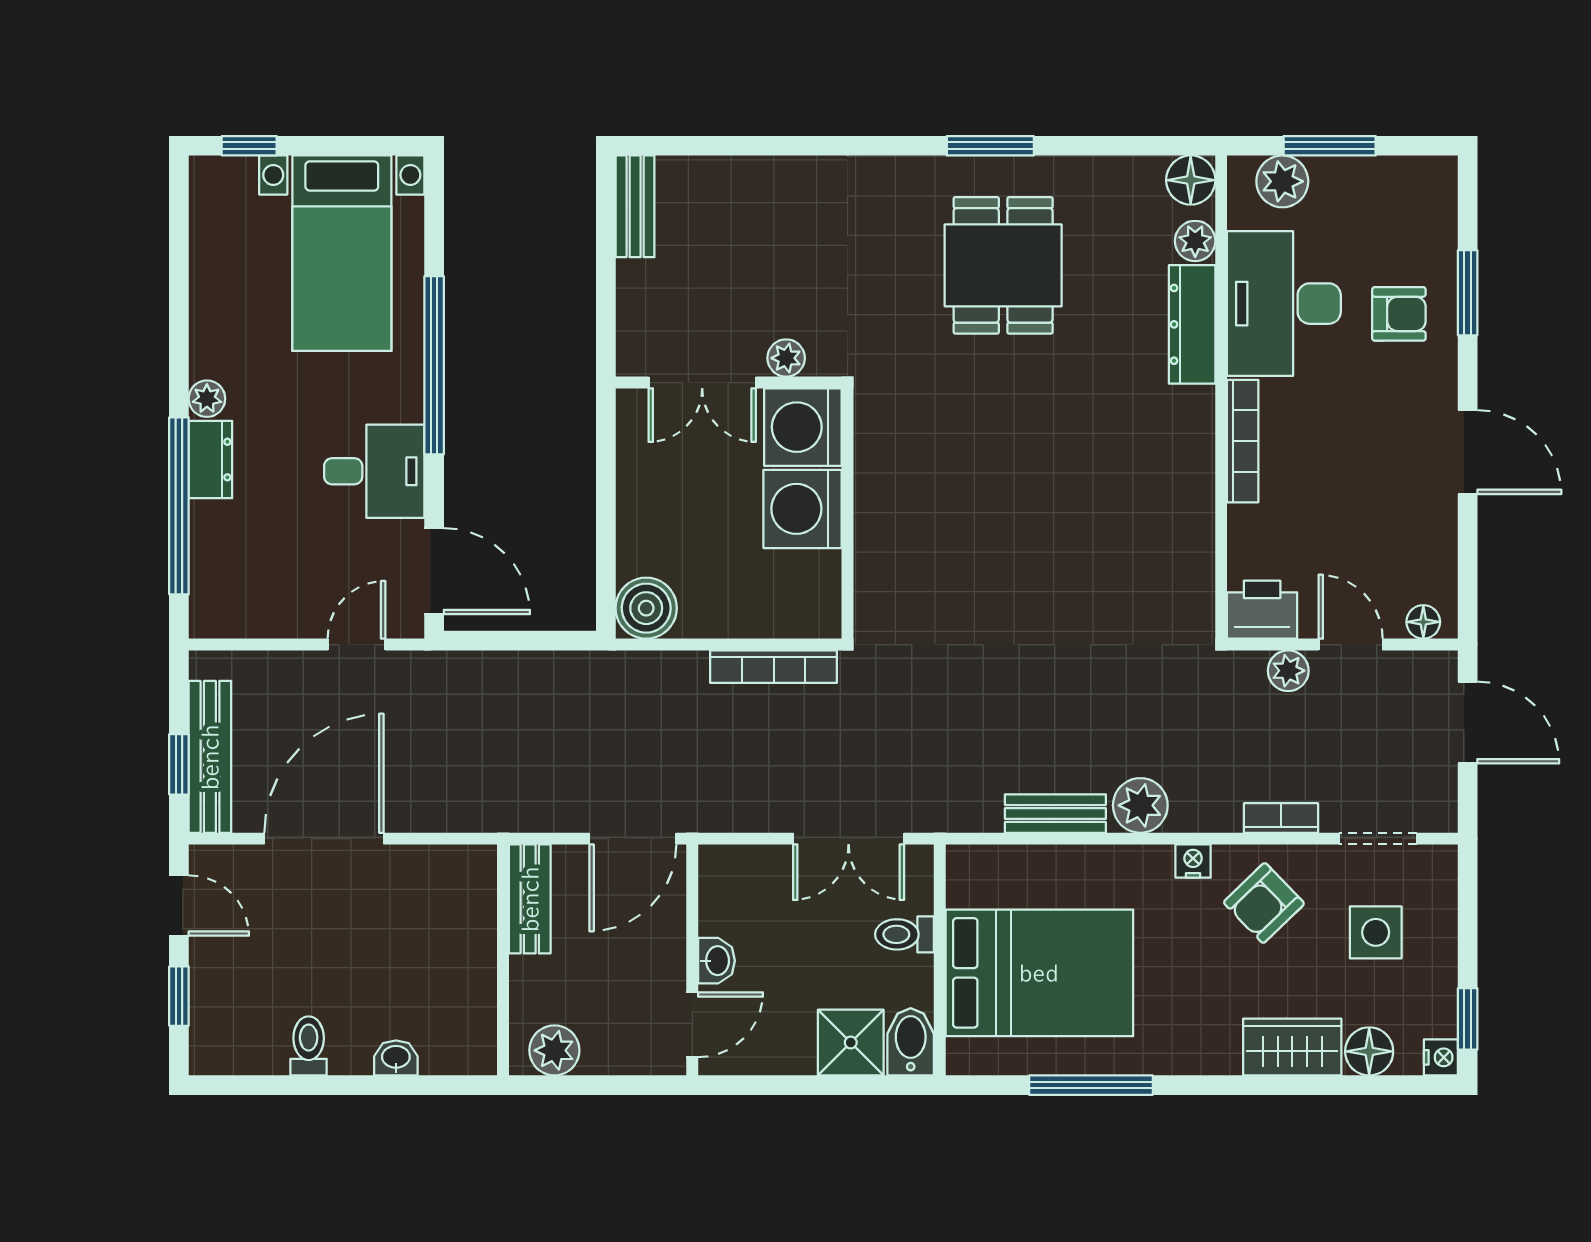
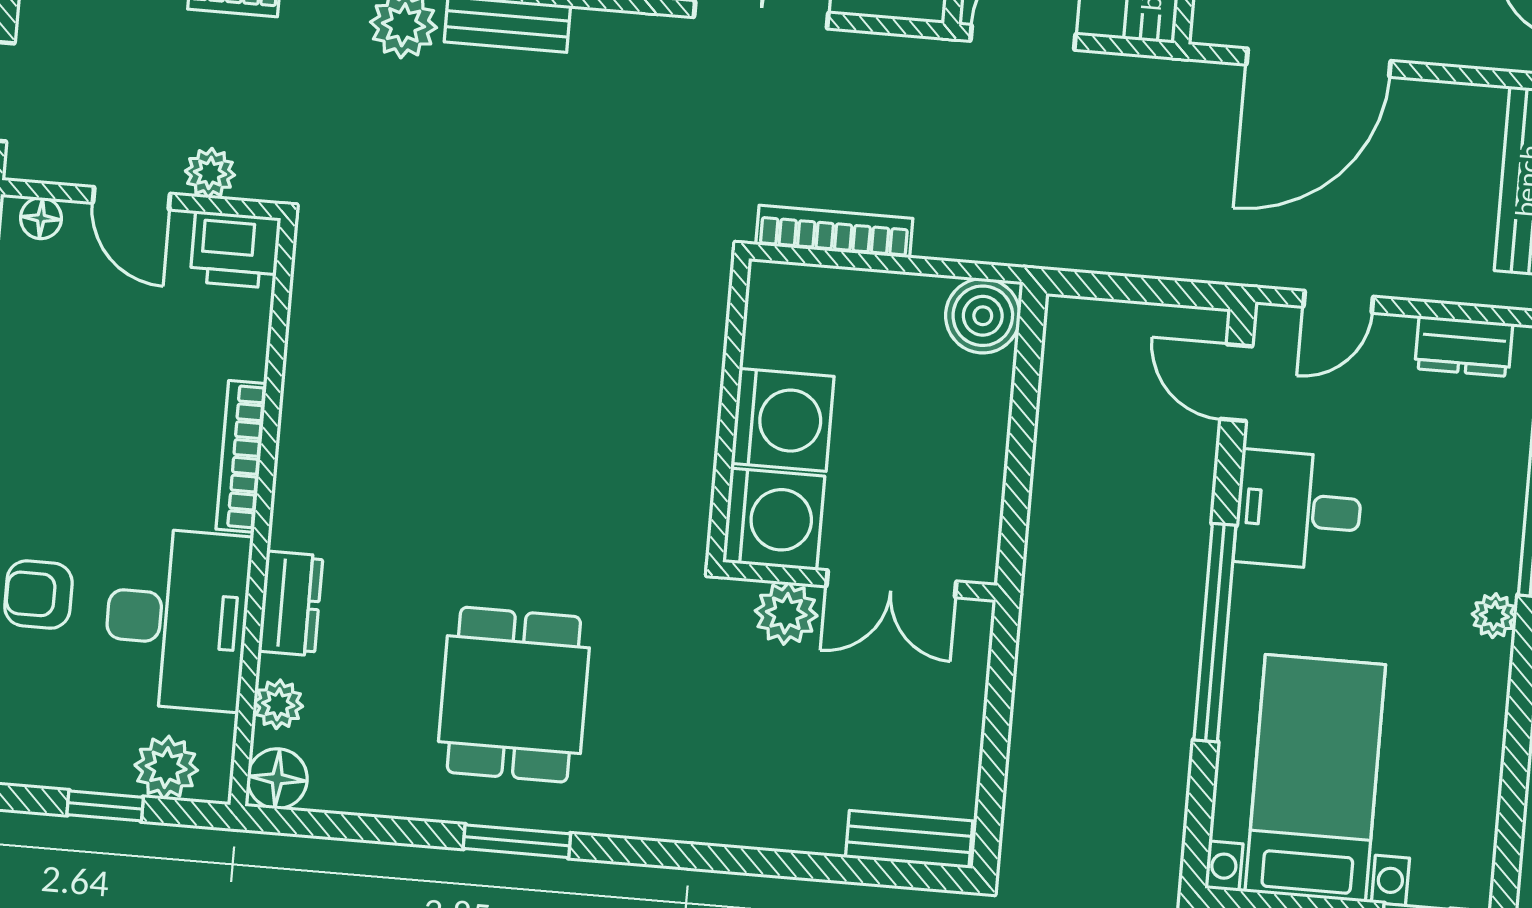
window: (1330, 146) -> (105, 806), width x0.67
bench: (635, 206) -> (909, 839), moved, turned 90
dresser: (1192, 324) -> (291, 603), width x0.70
plant: (786, 358) -> (786, 613), width x1.38, depth x1.38
double door: (702, 383) -> (891, 584), swing flipped
dresser: (210, 460) -> (1464, 346), moved, turned -90
door: (434, 571) -> (1236, 383), width x0.73
door: (324, 839) -> (1318, 63), moved

